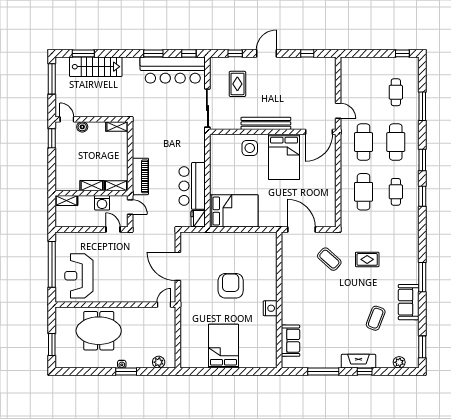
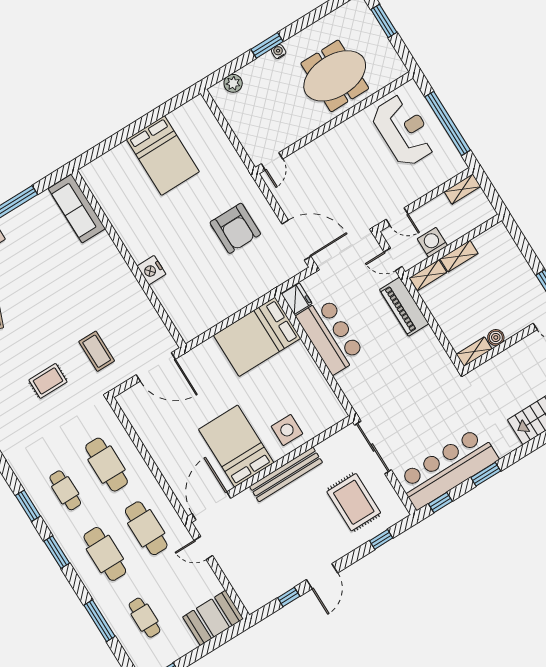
door: (266, 53) -> (322, 576), moved
booth: (357, 68) -> (213, 618), added
rug: (237, 84) -> (354, 502), width x1.36, depth x1.43
boiler: (82, 127) -> (496, 337), moved
shelving: (66, 200) -> (462, 189), moved
coffee table: (329, 259) -> (97, 351), turned 48
door: (178, 266) -> (296, 240), moved
armchair: (231, 286) -> (235, 228), moved
nightstand: (270, 308) -> (151, 270), moved
sofa: (290, 341) -> (77, 209), width x1.36

